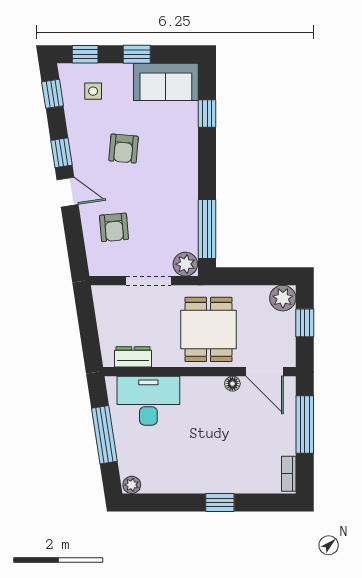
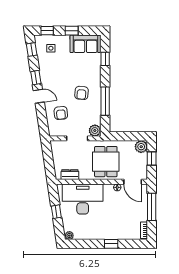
armchair: (124, 149) -> (82, 93), moved
window: (207, 229) -> (105, 101), moved
desk: (148, 401) -> (83, 199), width x1.36, depth x1.30
window: (104, 435) -> (56, 212), width x0.46

